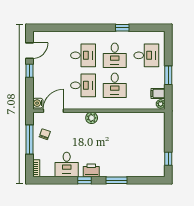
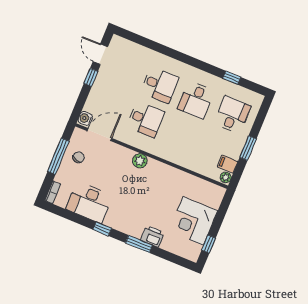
window: (122, 28) -> (232, 78), moved
door: (29, 51) -> (100, 54), swing flipped
desk: (146, 55) -> (232, 115), turned -90
desk: (115, 85) -> (182, 134), removed
corner desk: (150, 146) -> (193, 221), added
desk: (67, 164) -> (89, 202), width x1.37
printer: (91, 170) -> (152, 236), moved

